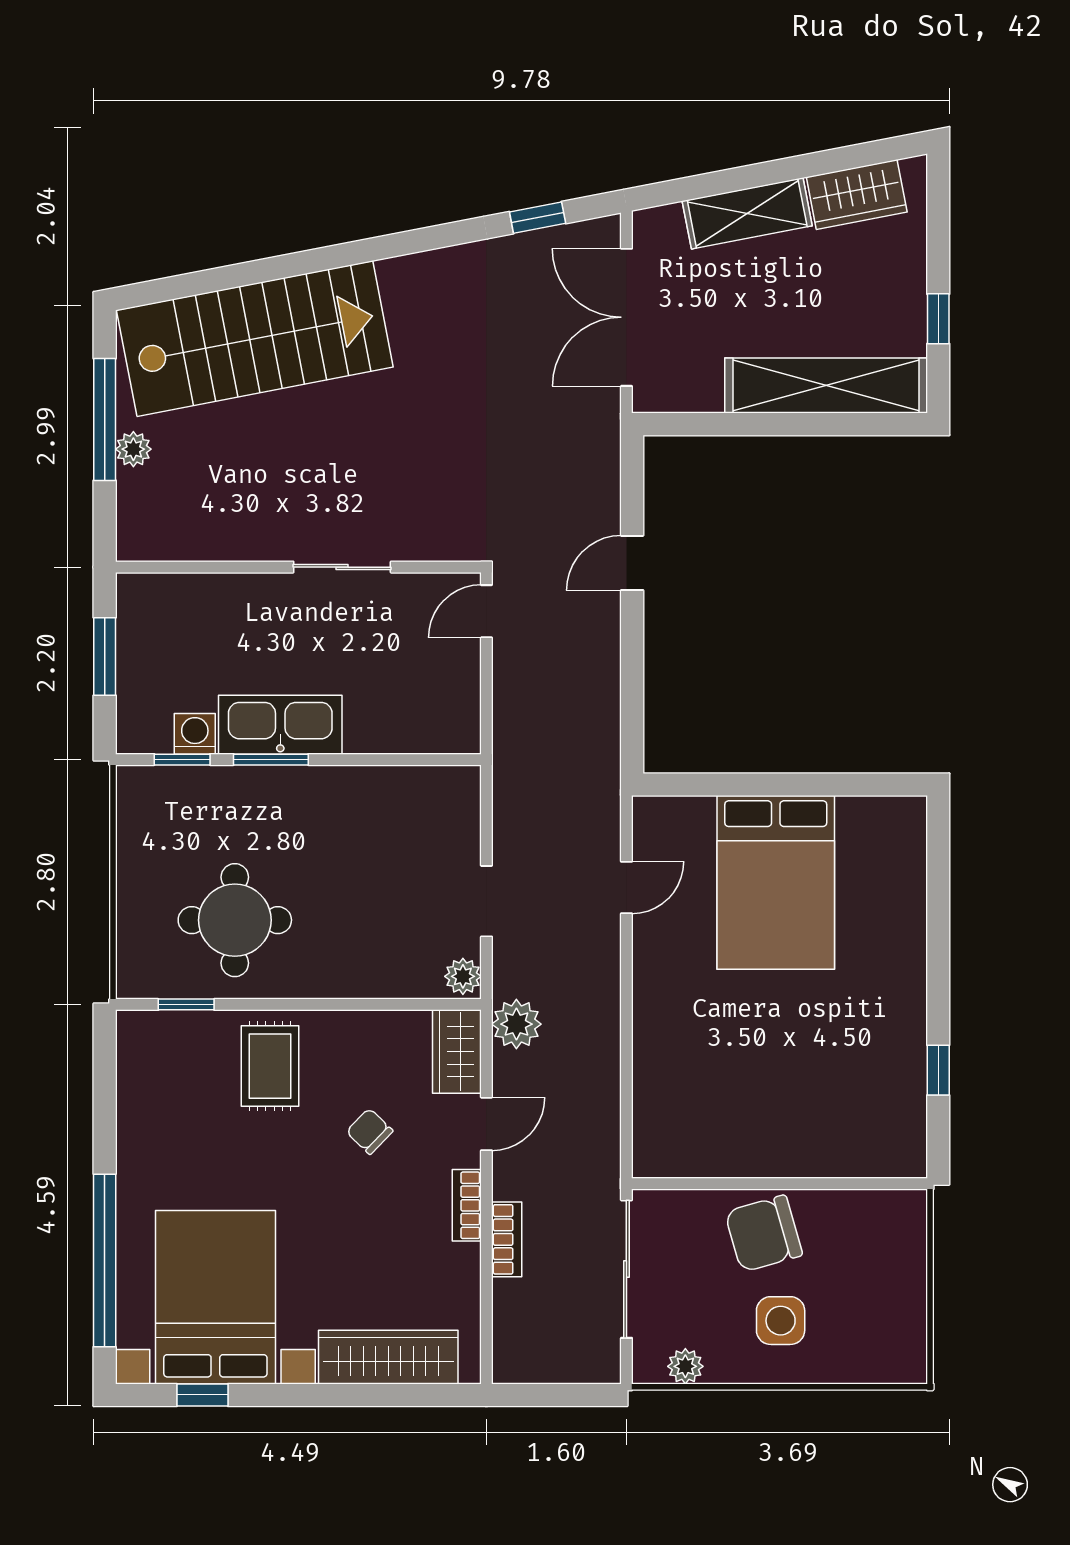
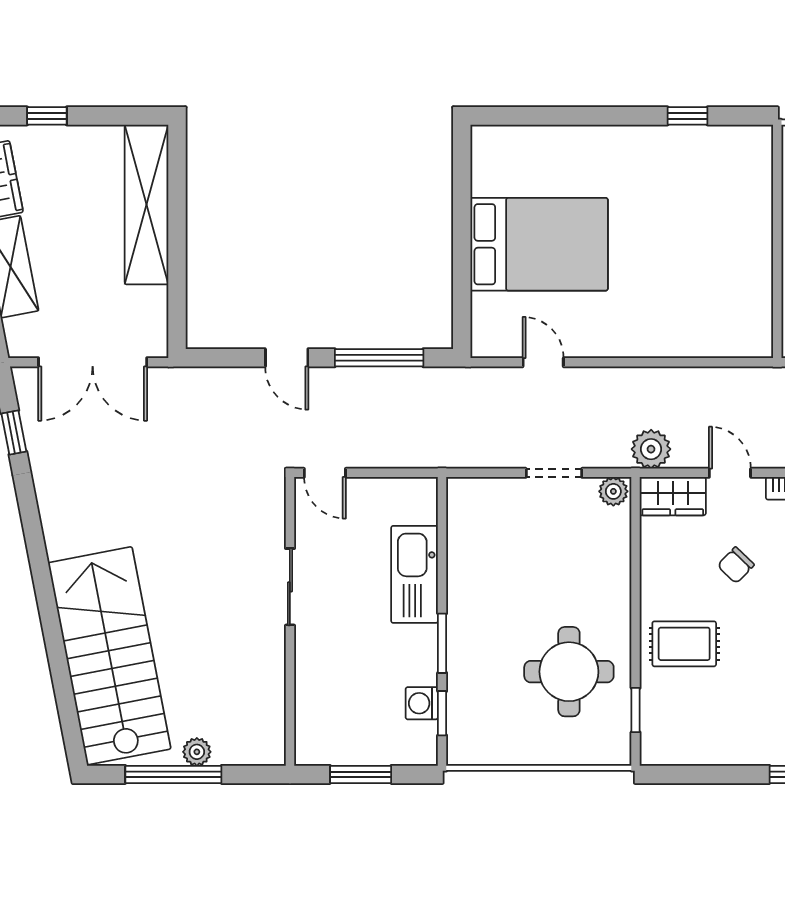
window: (938, 319) -> (47, 116), moved
window: (632, 680) -> (379, 358), added
kitchen sink: (280, 725) -> (415, 574), moved

